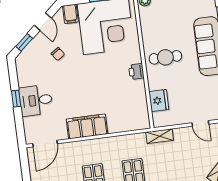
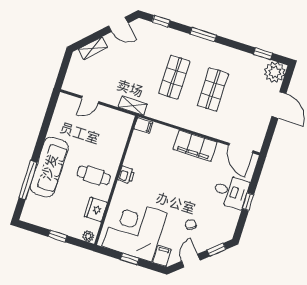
fridge: (159, 101) -> (96, 209), moved
filing cabinet: (142, 123) -> (143, 125), added
door: (200, 123) -> (90, 100), swing flipped
door: (45, 144) -> (241, 148), swing flipped

